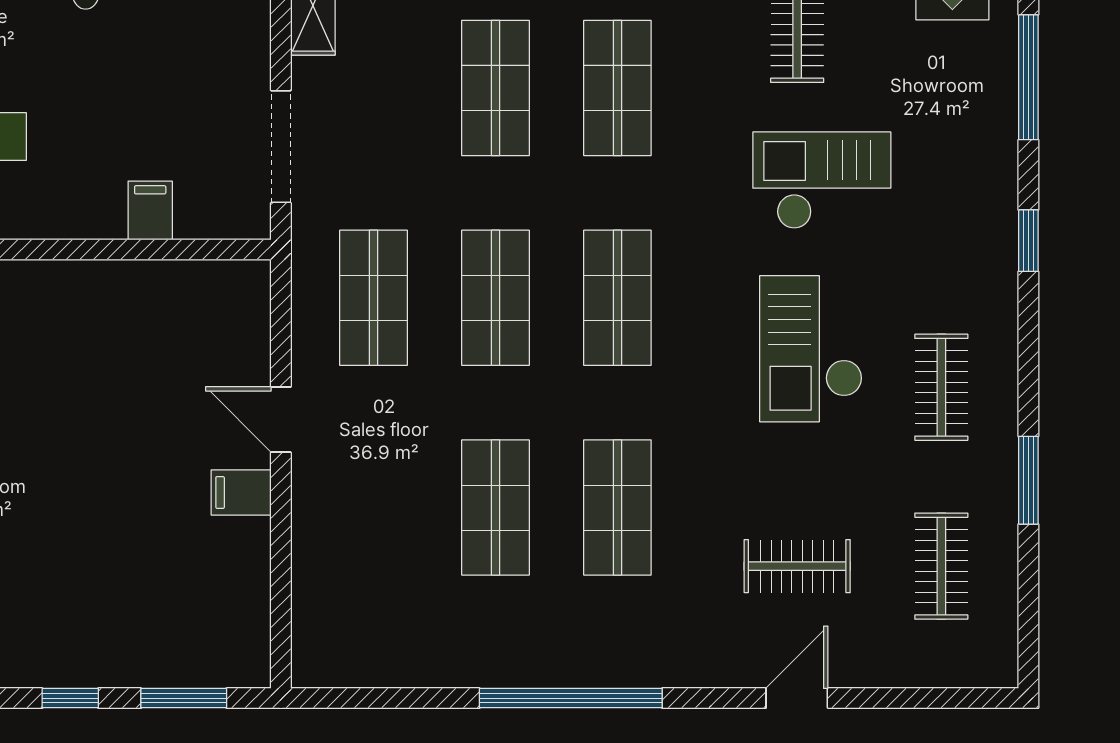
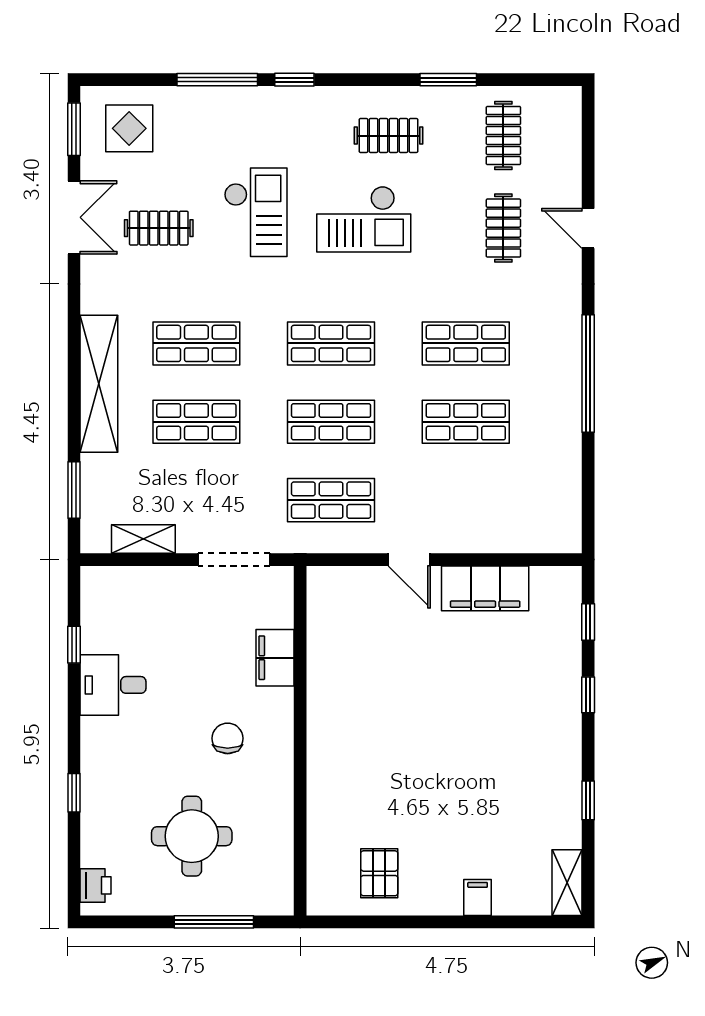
window: (1028, 77) -> (217, 80), moved
checkout: (822, 180) -> (256, 212), turned 180
filing cabinet: (150, 210) -> (275, 658), width x2.00
door: (281, 420) -> (409, 560), hinge flipped
filing cabinet: (241, 492) -> (485, 588), width x3.00, depth x1.17
clothes rail: (941, 566) -> (503, 136), turned 90
window: (184, 698) -> (588, 622), width x0.67

